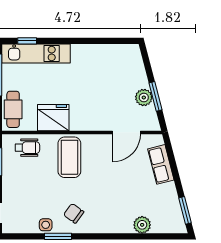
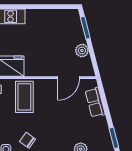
window: (155, 96) -> (85, 28), moved

